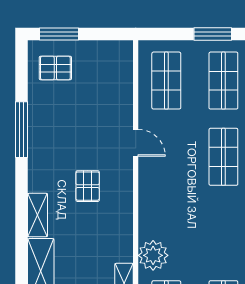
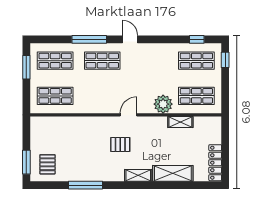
door: (136, 143) -> (129, 115), moved

